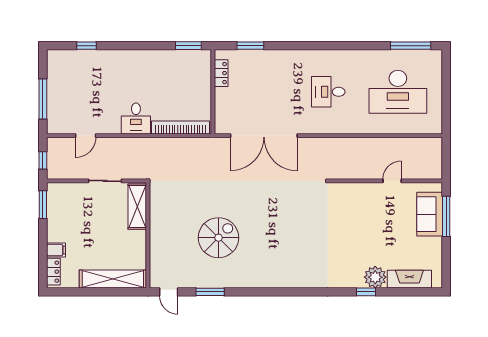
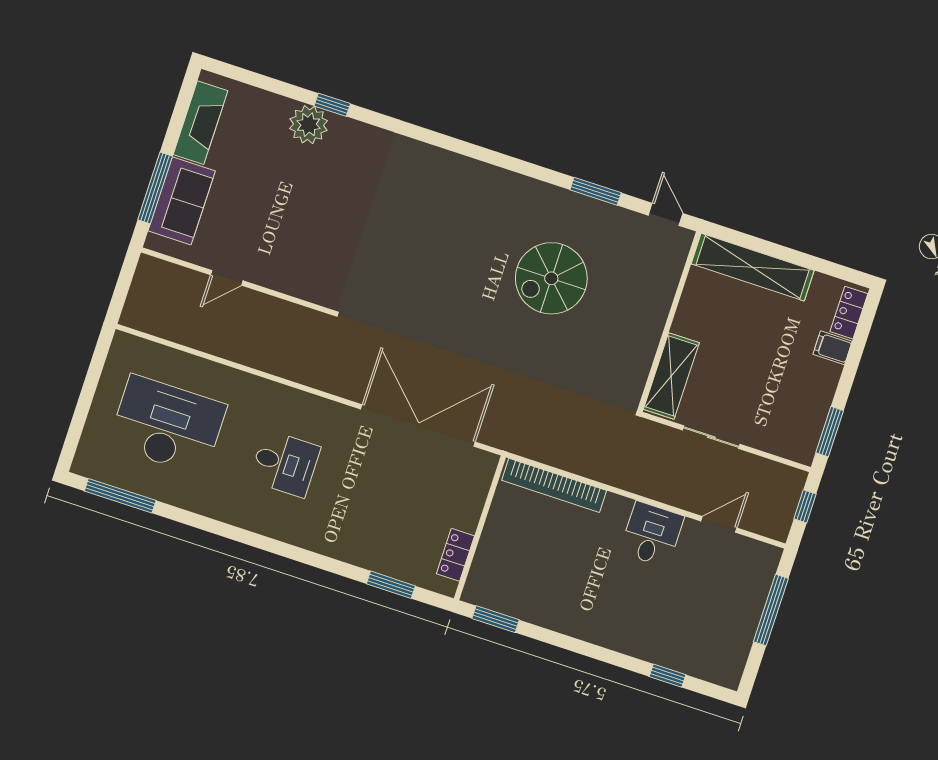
desk: (136, 118) -> (652, 534), moved
fireplace: (409, 279) -> (200, 123), moved, turned -90

